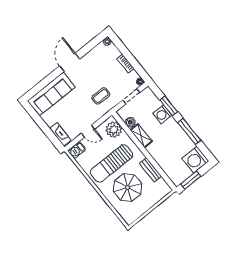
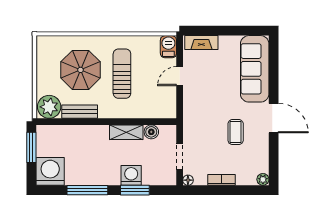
coffee table: (101, 96) -> (236, 132), moved
plant: (114, 130) -> (49, 107), moved
sun lounger: (112, 163) -> (122, 74), width x0.73, depth x0.75

